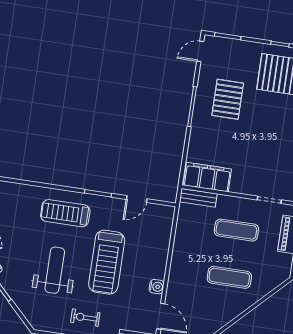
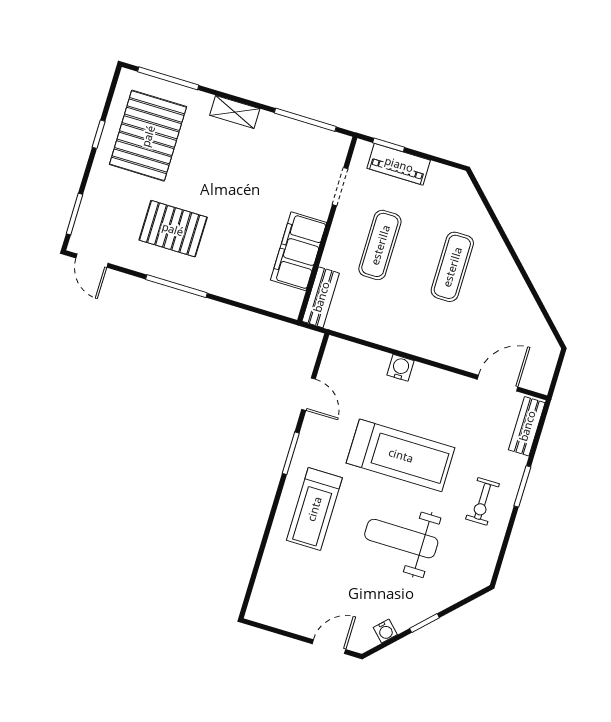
filing cabinet: (207, 177) -> (299, 251), moved
water cooler: (157, 287) -> (401, 368), moved

